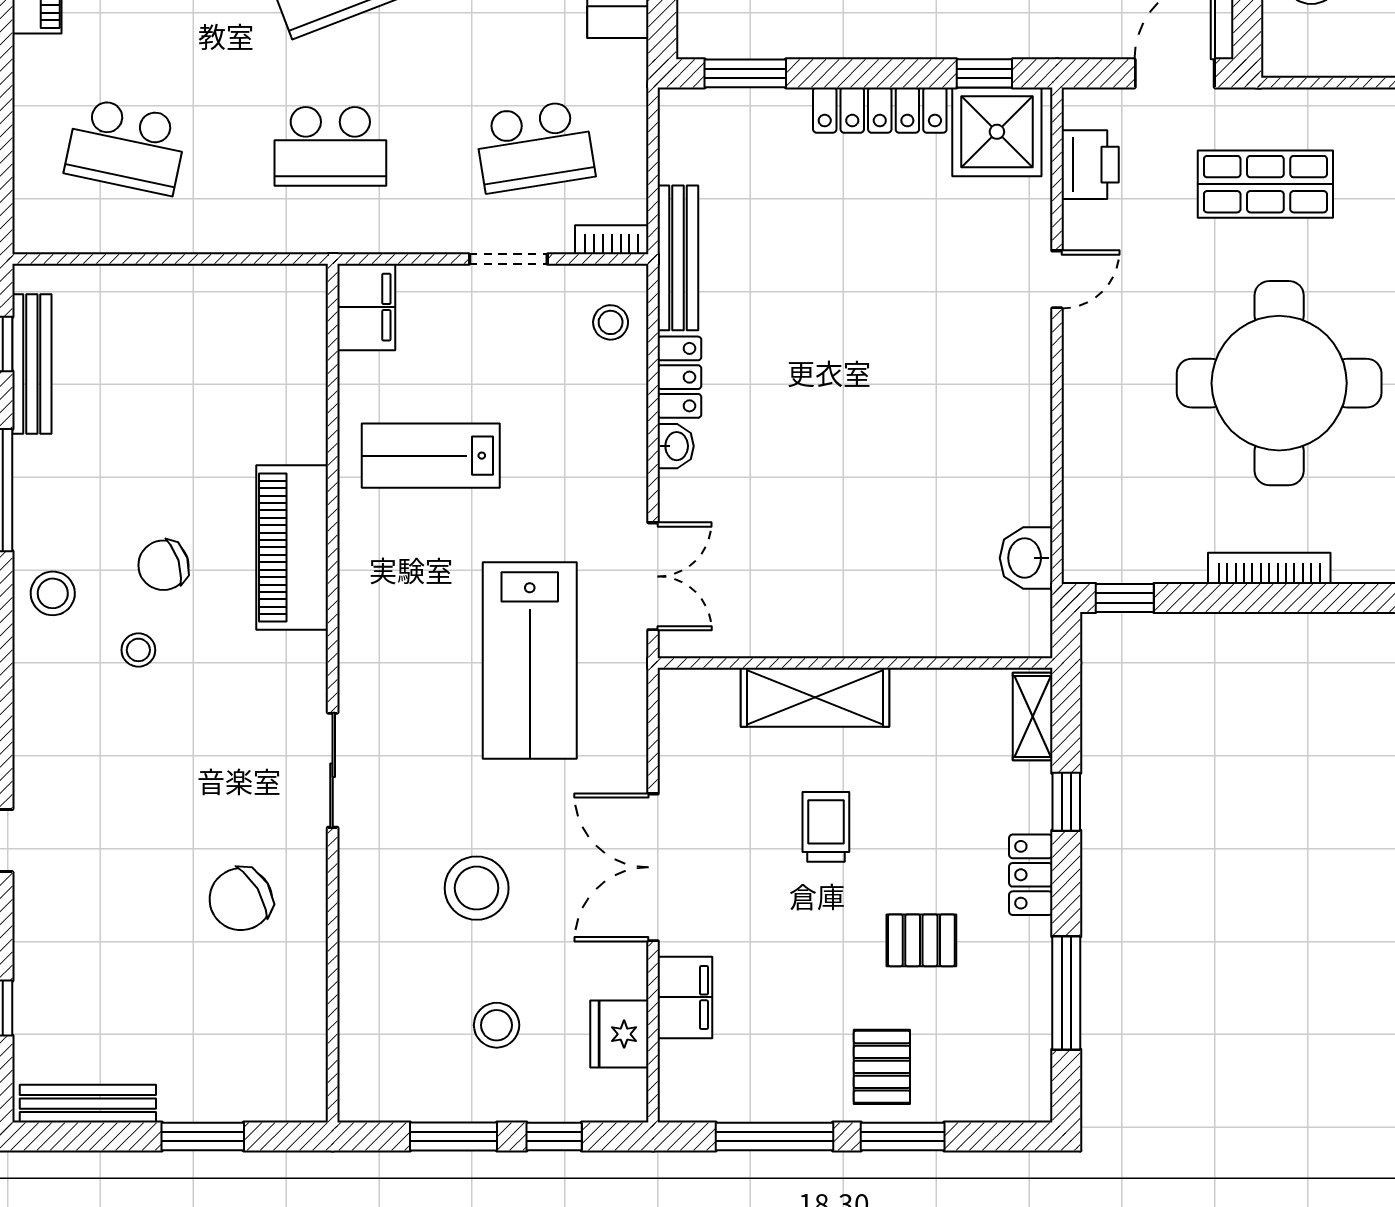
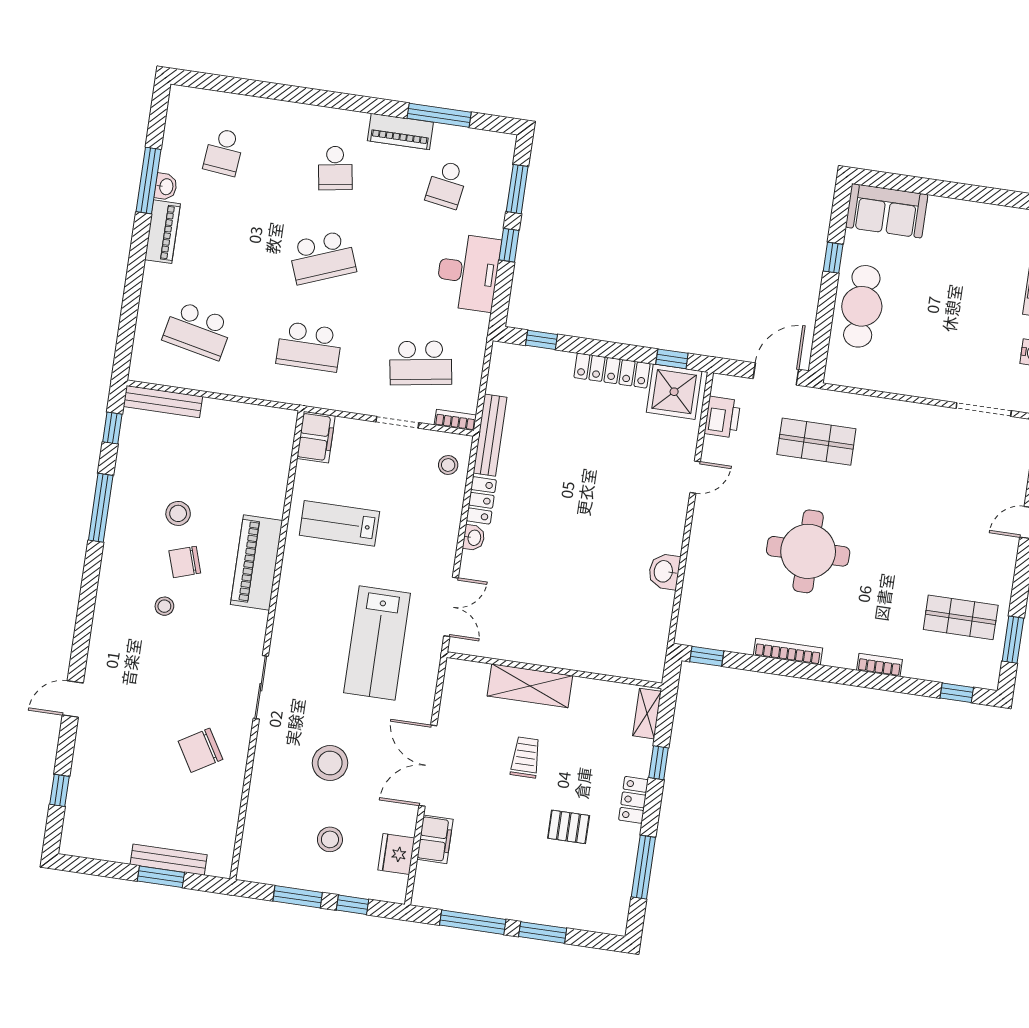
window: (745, 73) -> (541, 340), width x0.67
bench: (32, 364) -> (163, 402), moved, turned 90
round table: (1279, 383) -> (808, 551), width x0.73, depth x0.73
washbasin: (1026, 558) -> (664, 571), moved
stool: (53, 593) -> (178, 513), moved
pallet: (882, 1067) -> (537, 893), removed
bench: (88, 1104) -> (169, 860), moved

